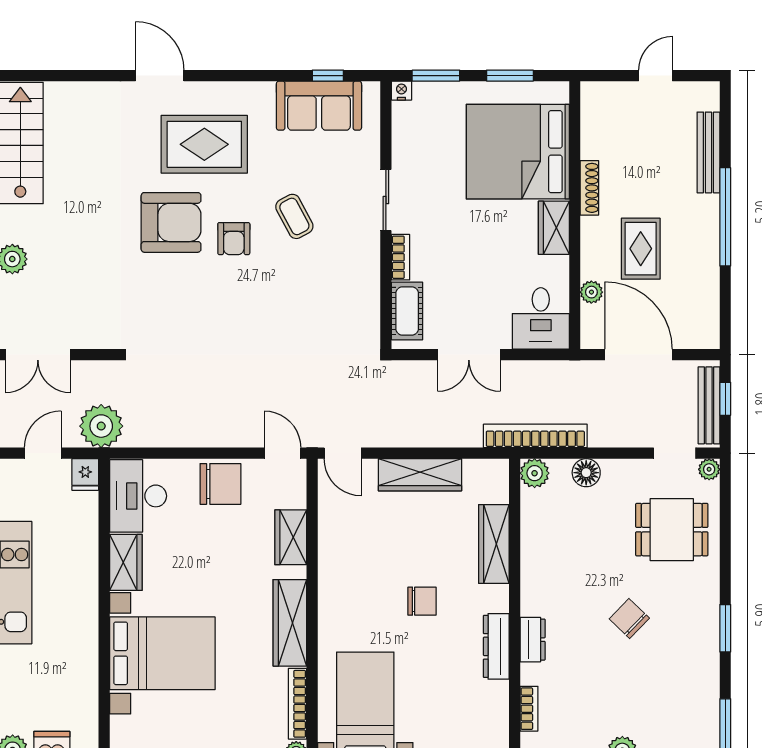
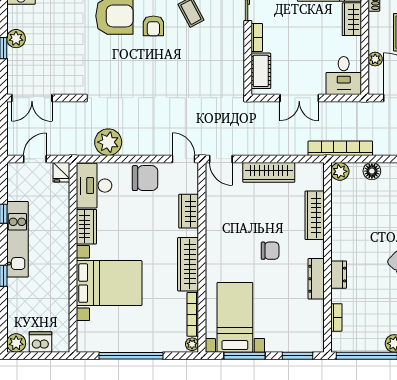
plant: (101, 426) -> (108, 142), moved

